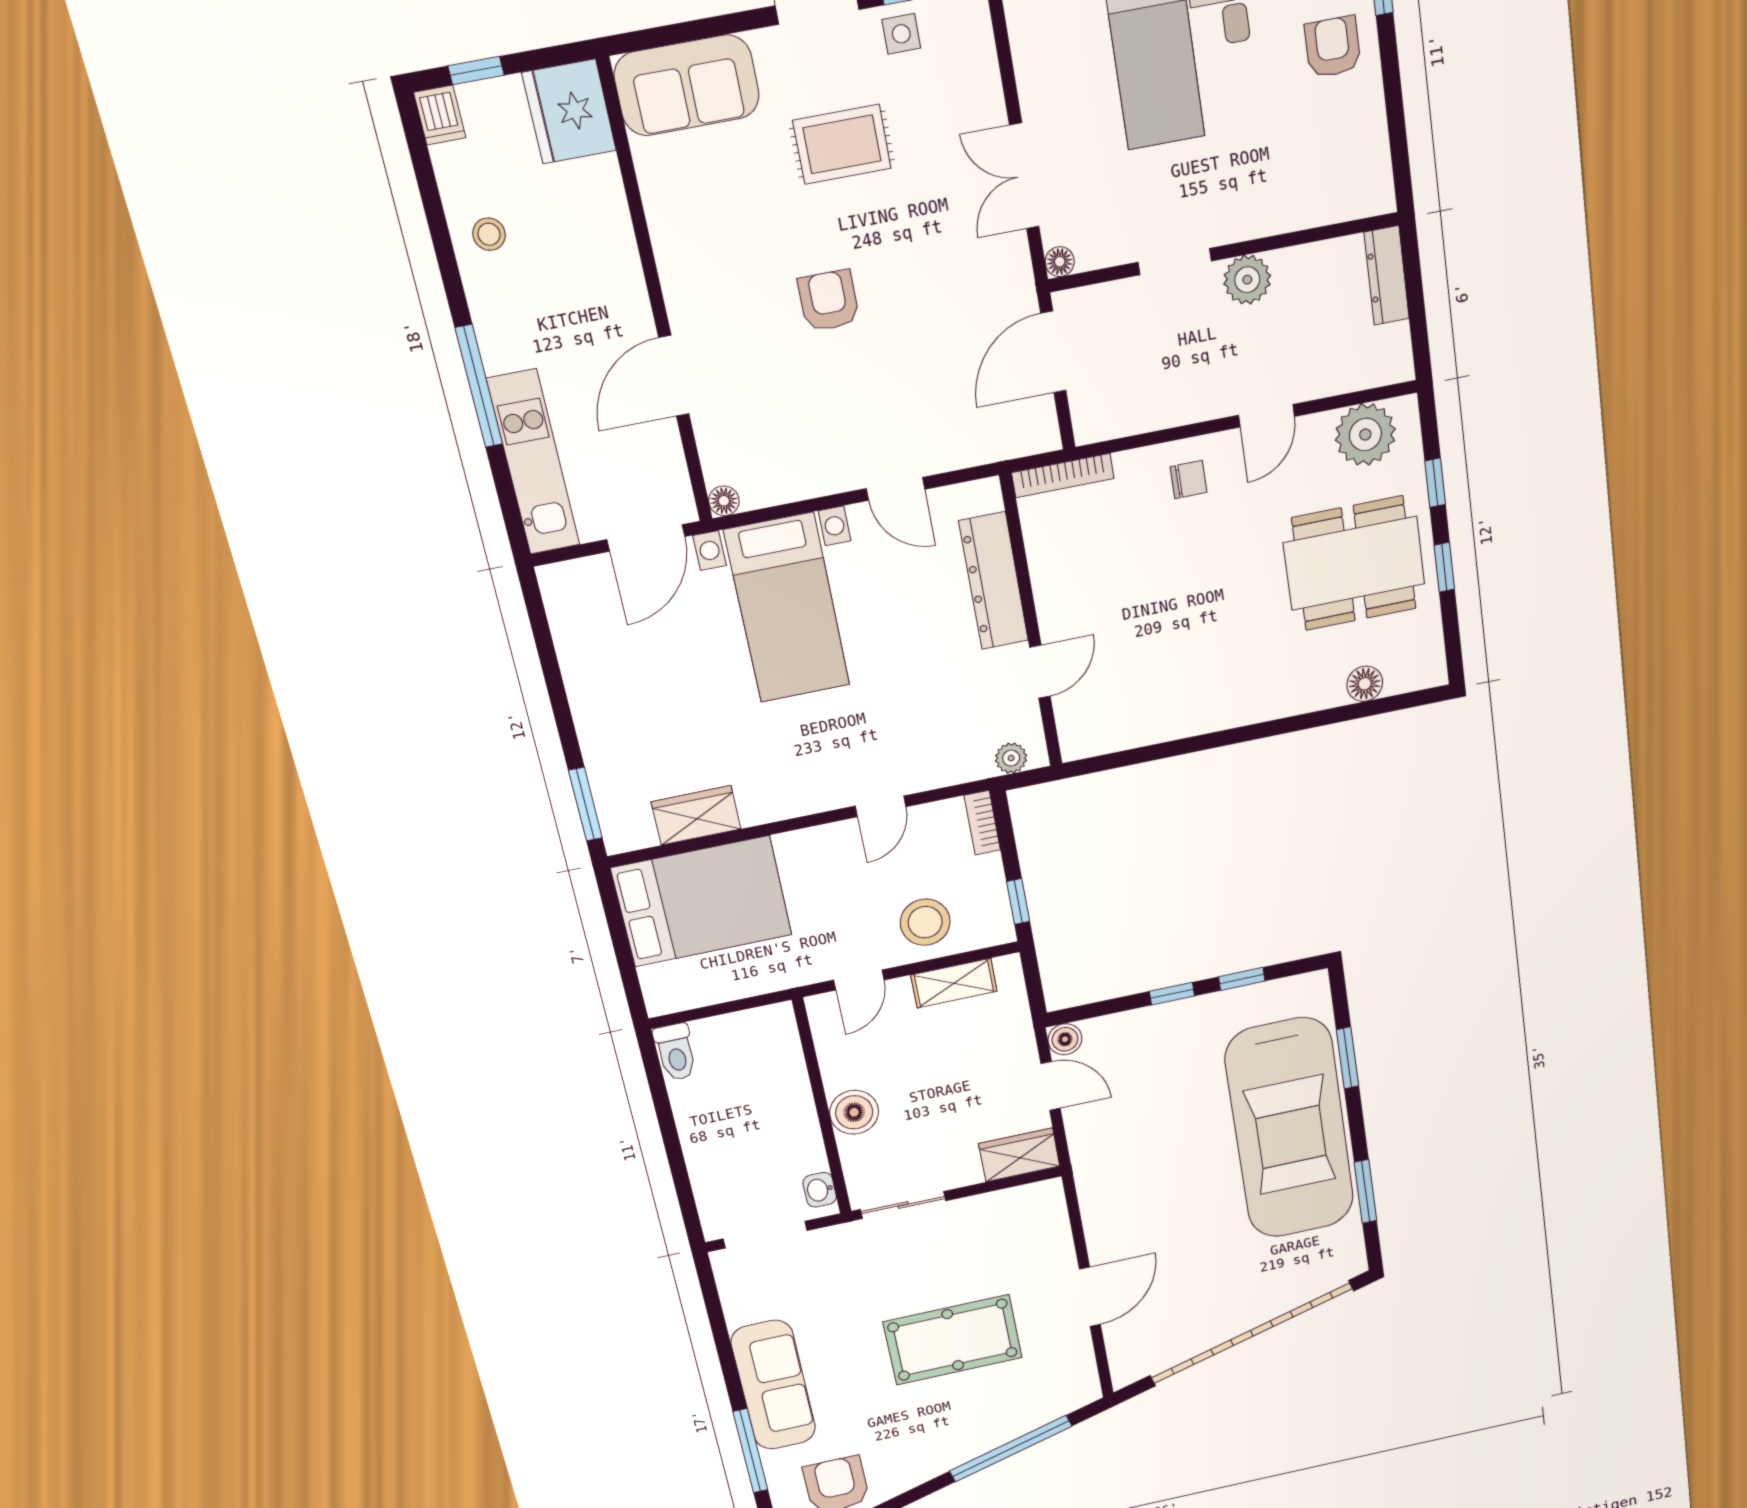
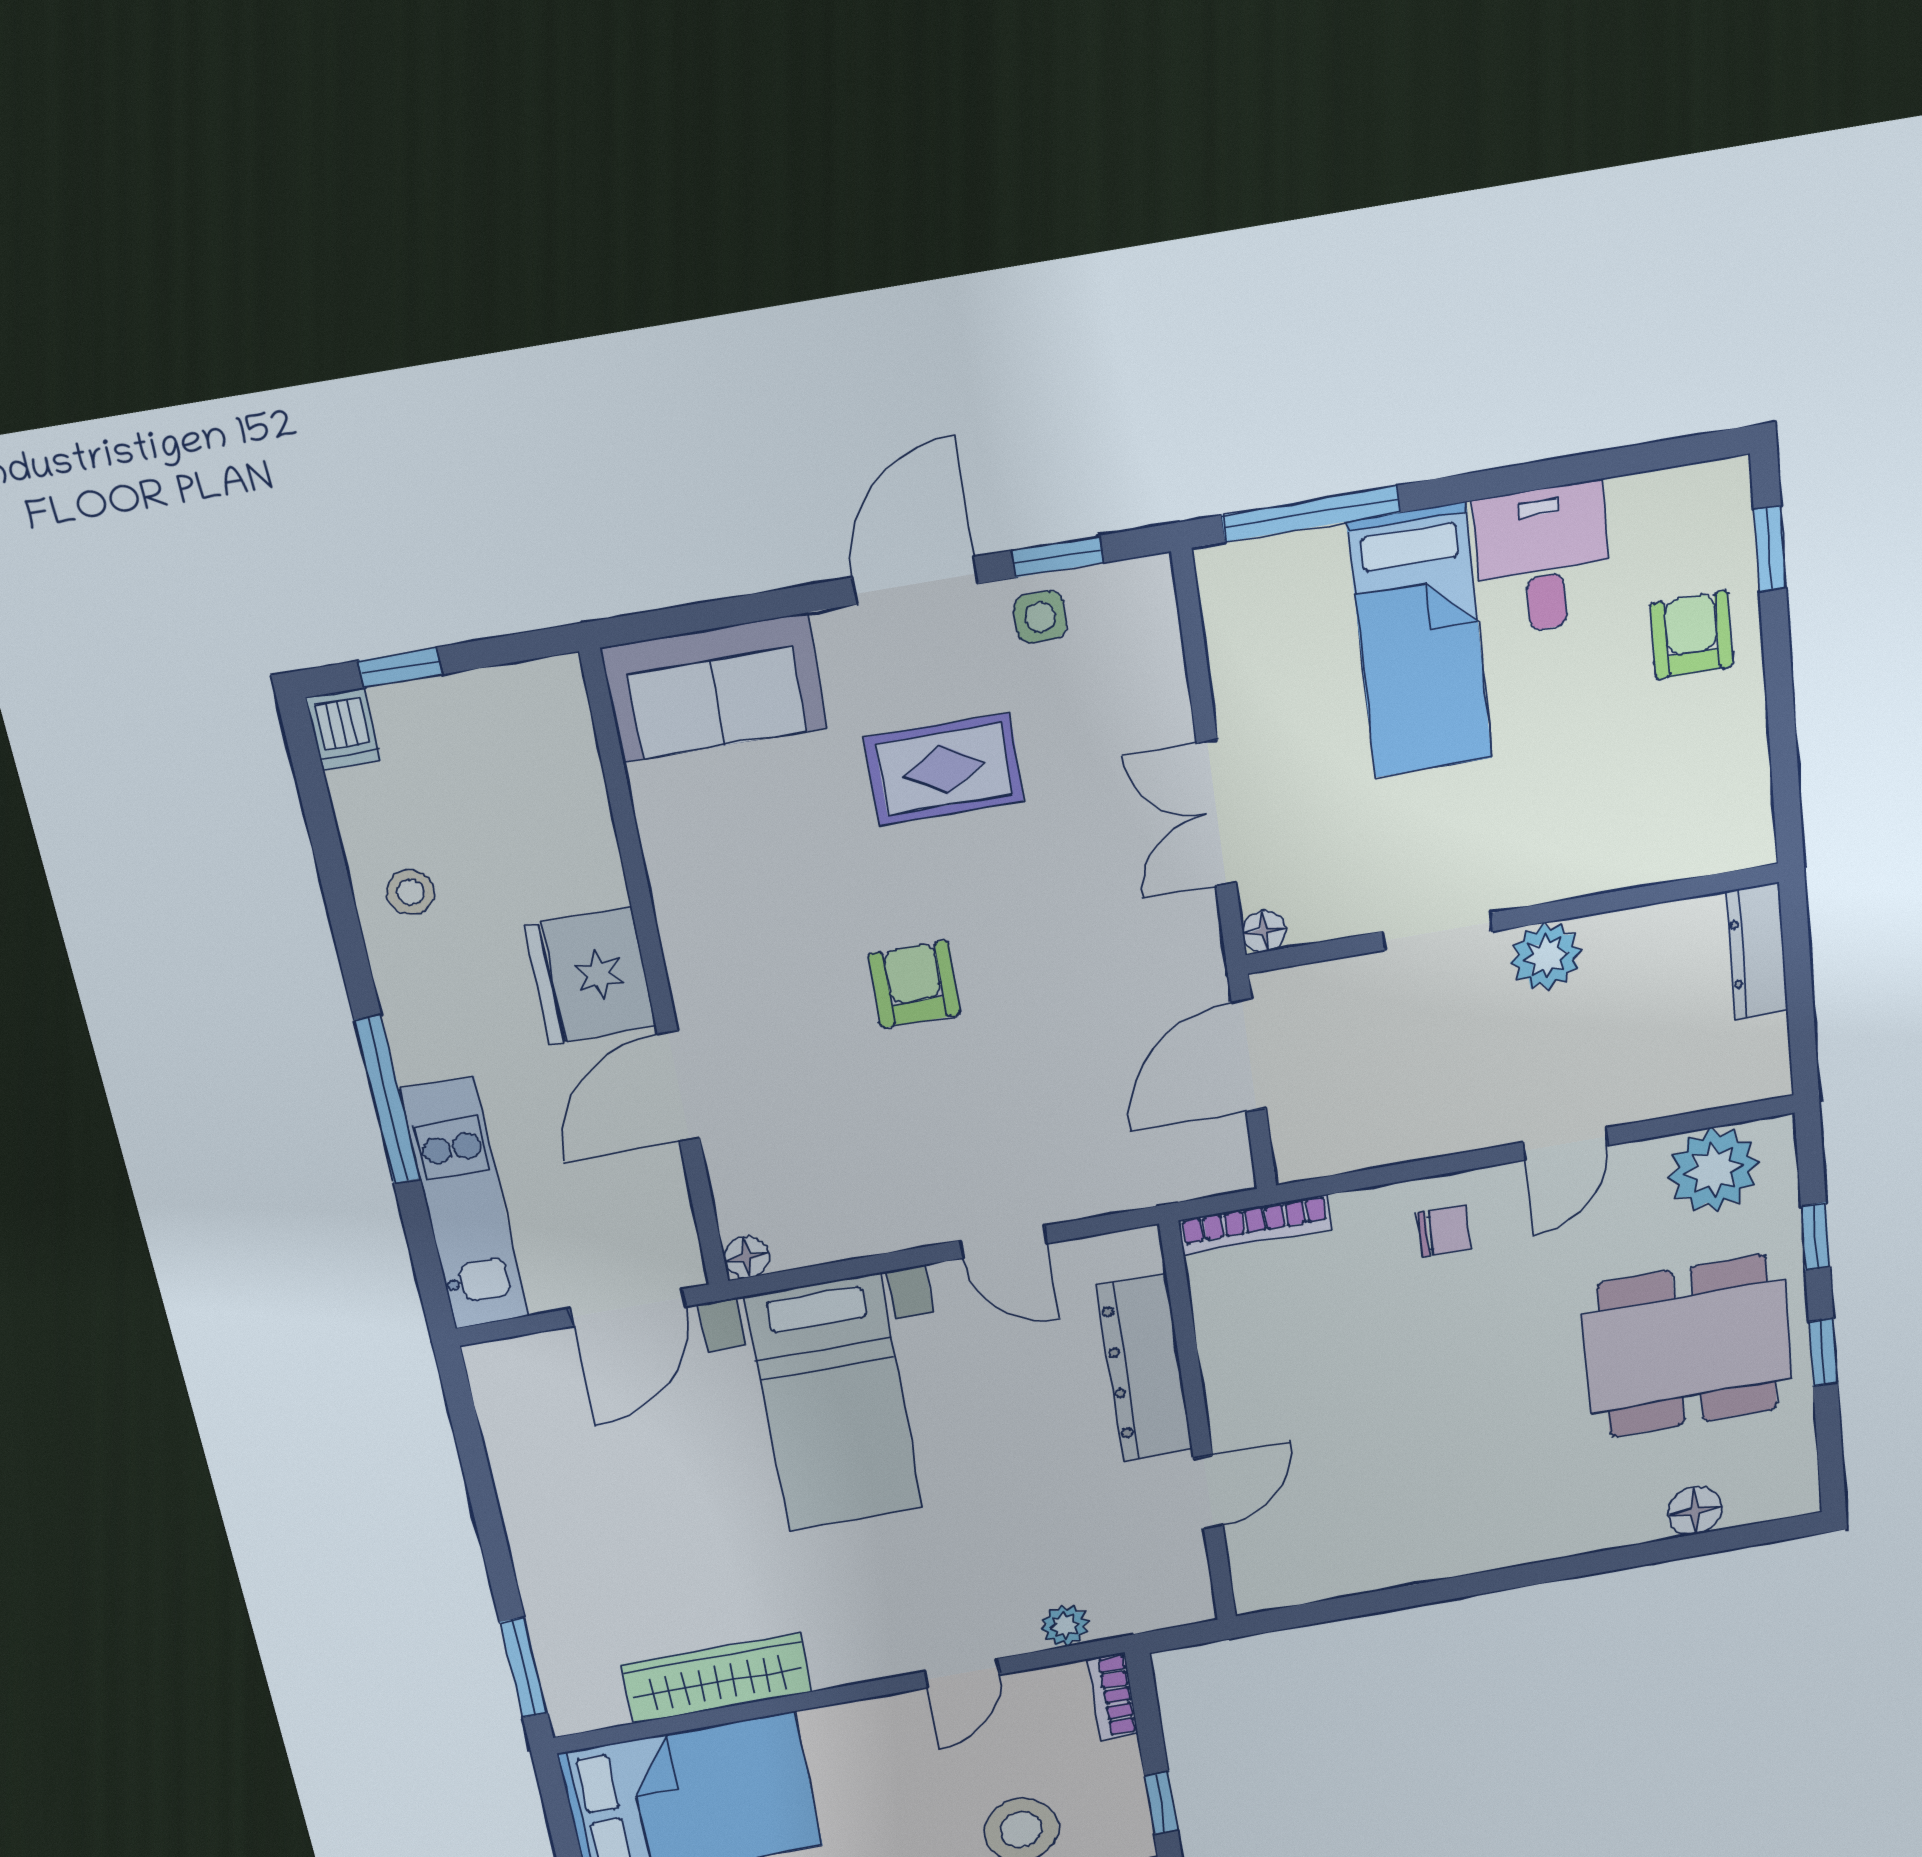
fridge: (569, 112) -> (590, 976), moved
plant: (1011, 758) -> (1065, 1626), moved
wardrobe: (696, 815) -> (717, 1678), width x1.50

